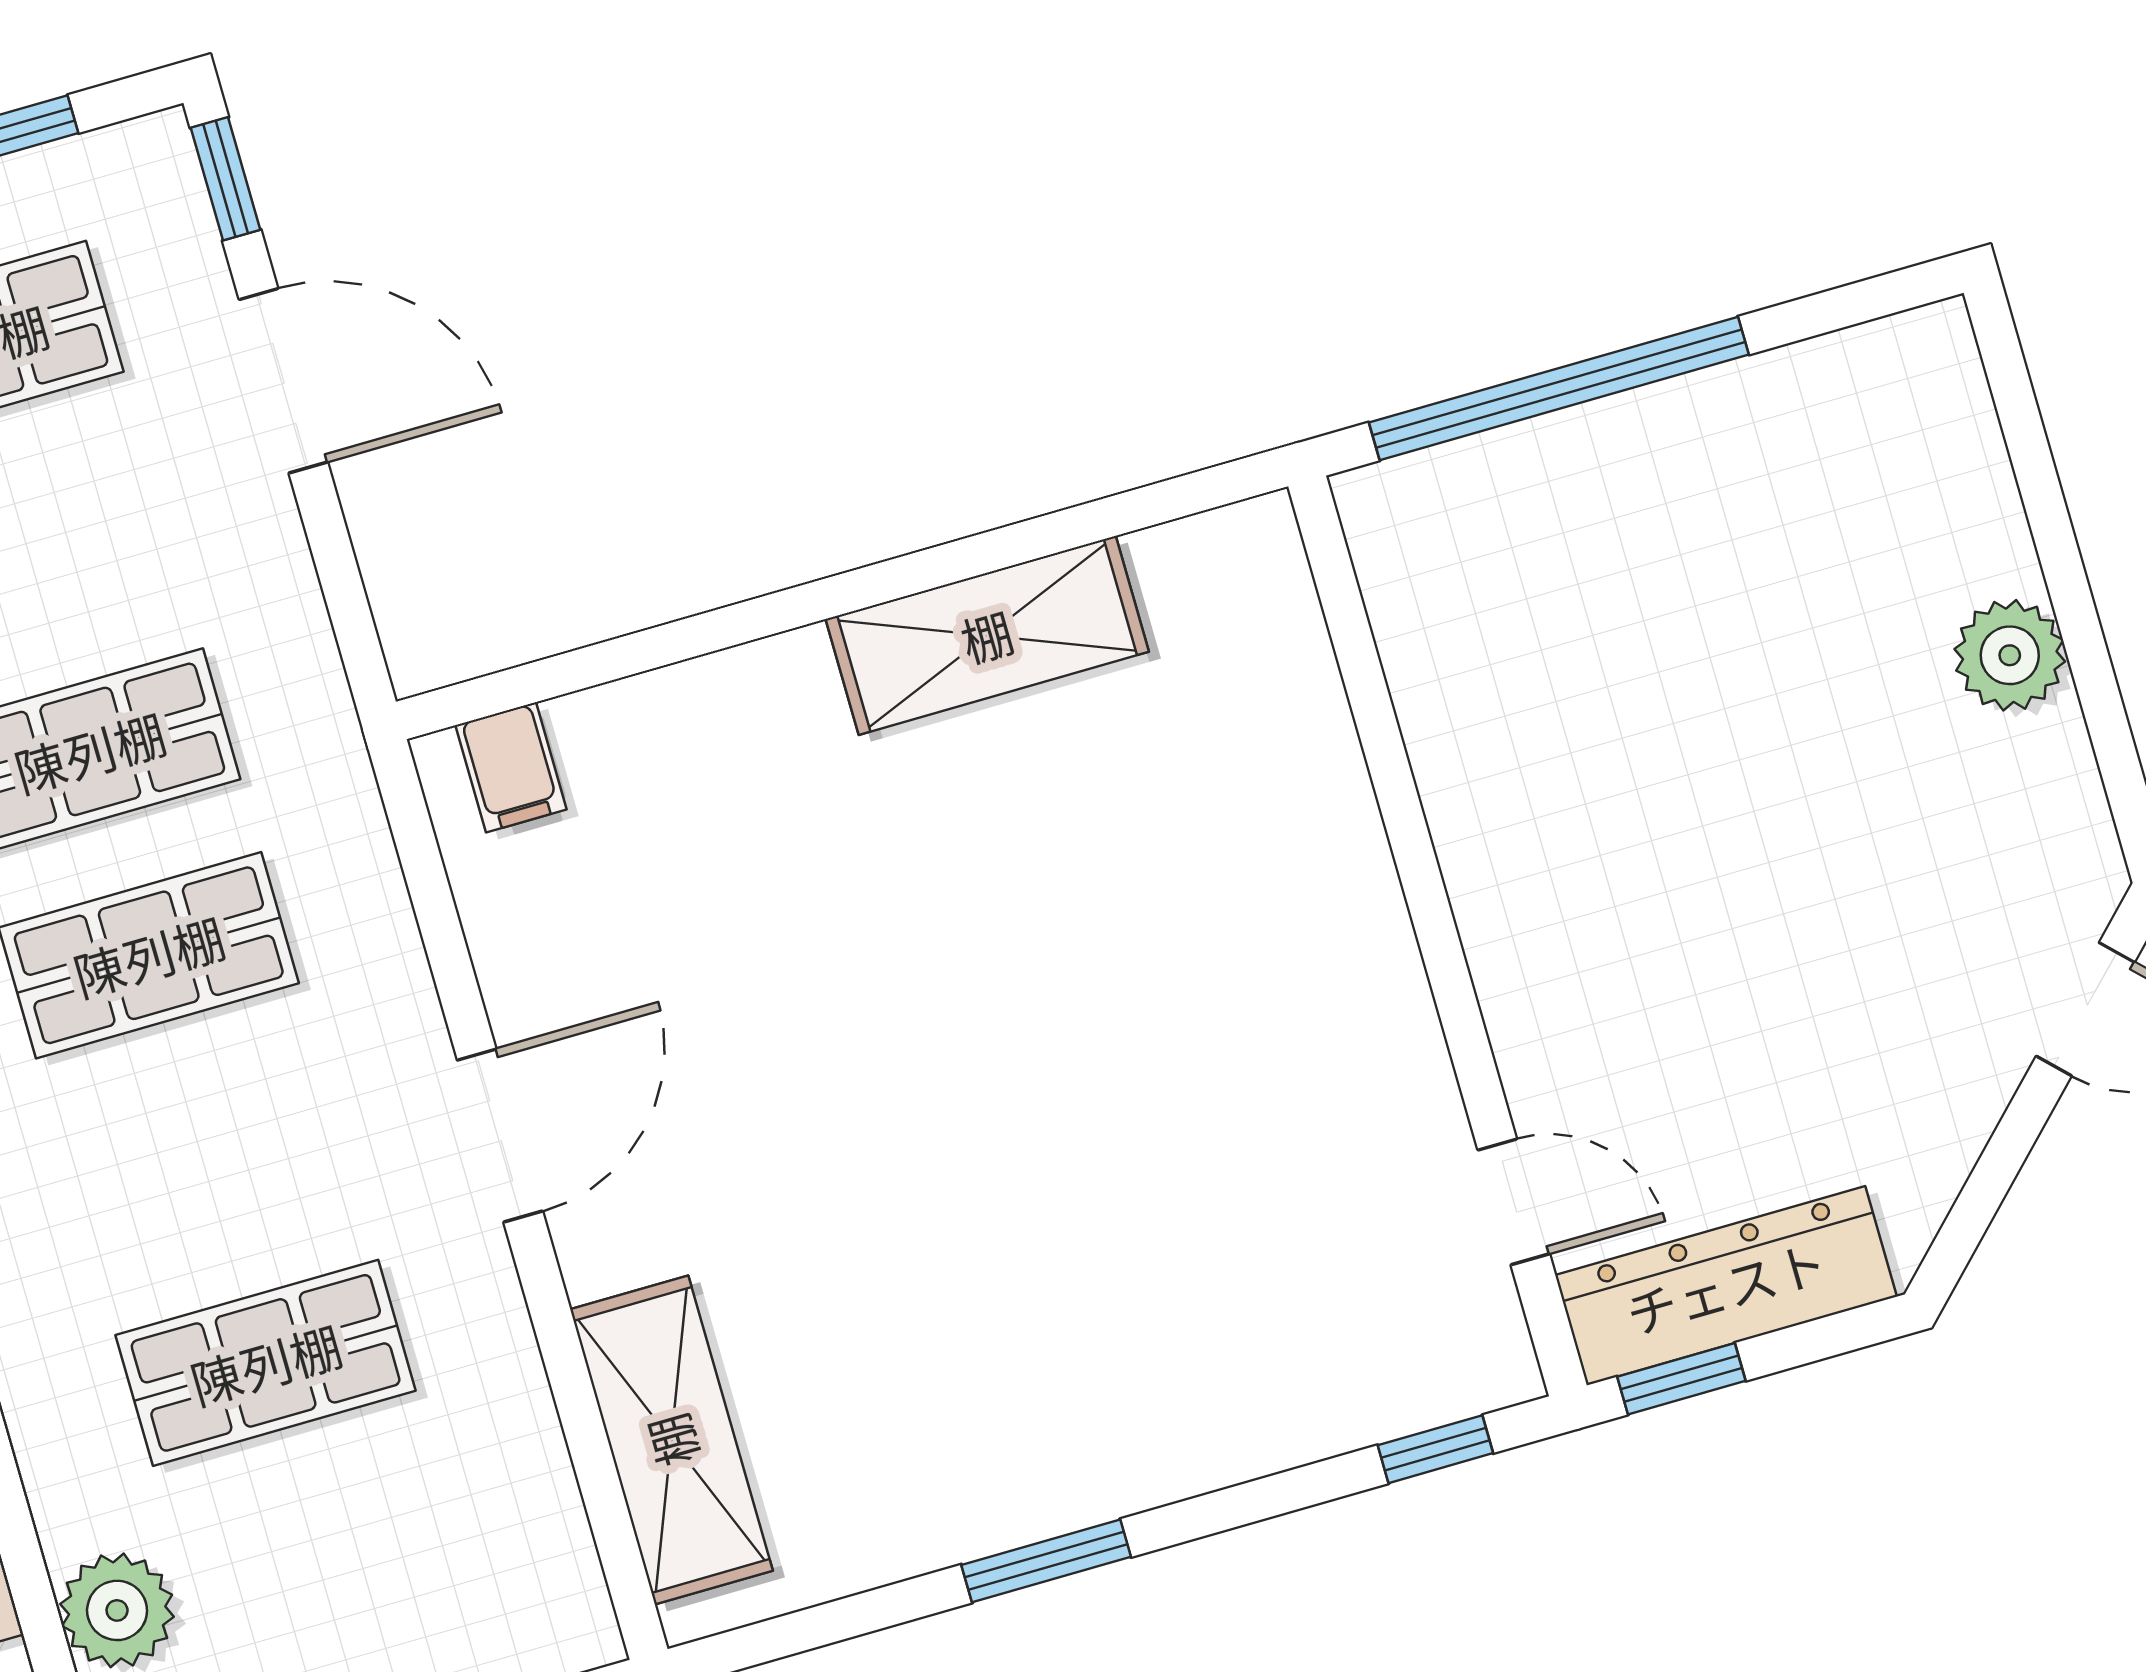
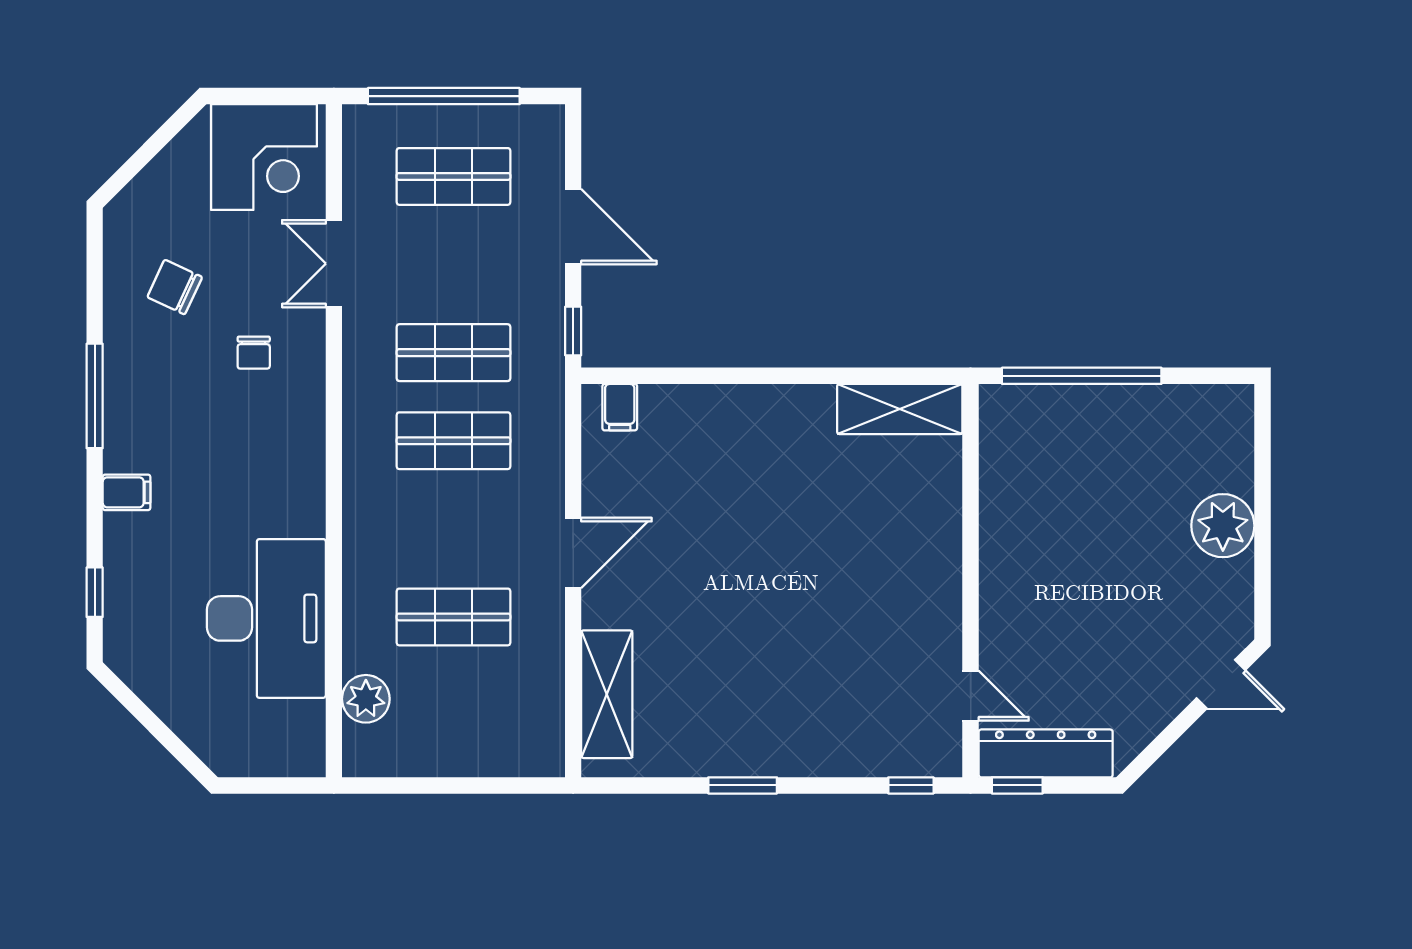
window: (226, 179) -> (573, 331), moved
shelving: (987, 635) -> (900, 409), moved
plant: (2010, 655) -> (1223, 526), width x1.36, depth x1.36

